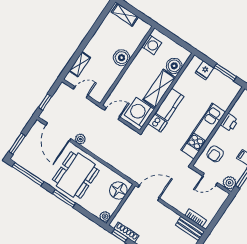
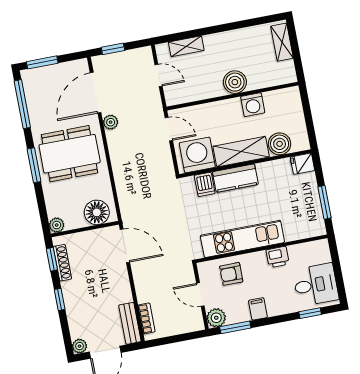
washing machine: (152, 45) -> (253, 105), moved
fridge: (205, 70) -> (302, 164), moved

